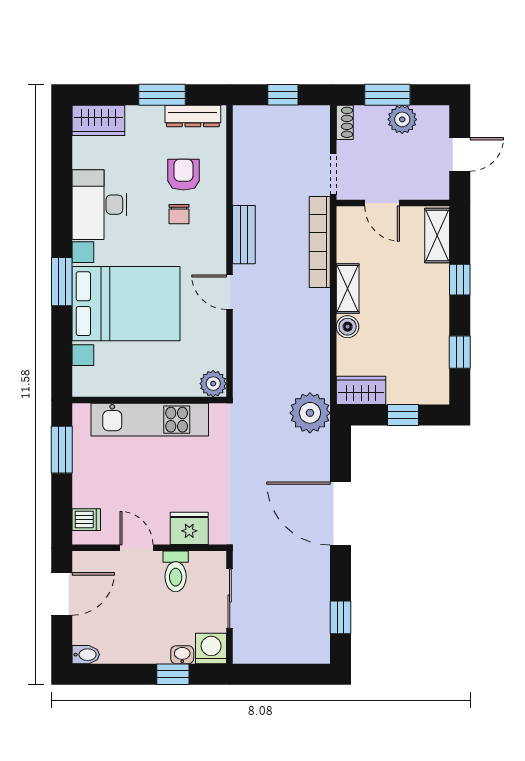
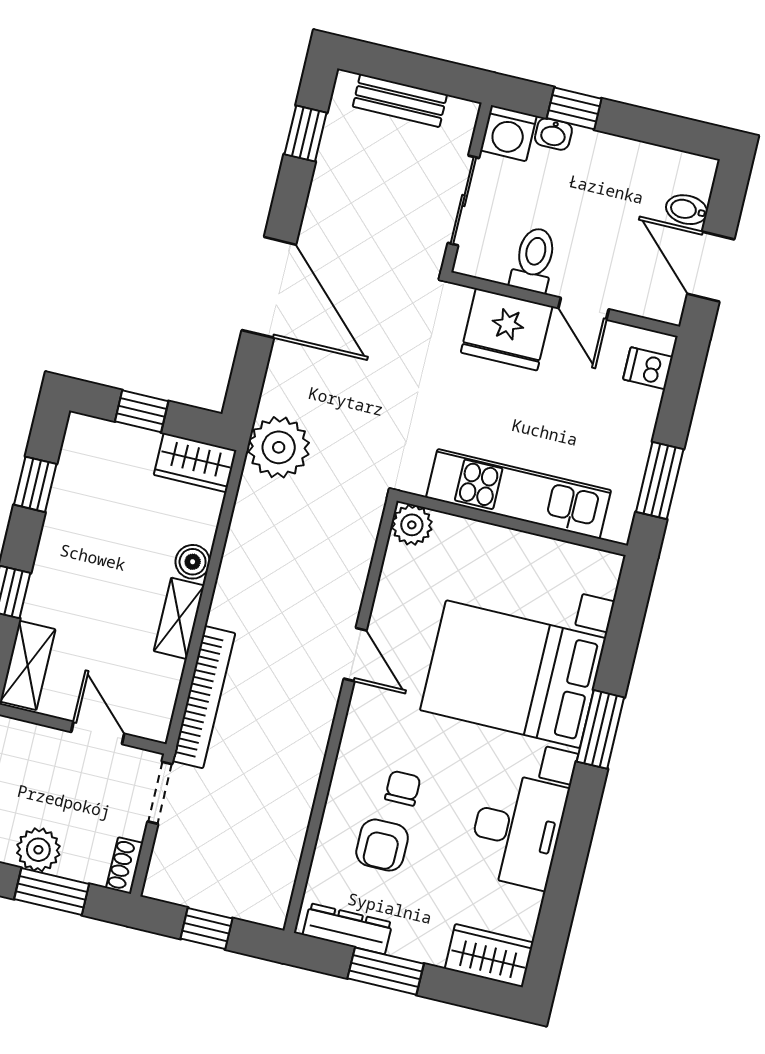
bench: (244, 235) -> (400, 101), moved, turned 90
fridge: (189, 528) -> (507, 329), width x1.36, depth x1.34
door: (62, 594) -> (711, 267), hinge flipped
bidet: (86, 655) -> (687, 210), moved

